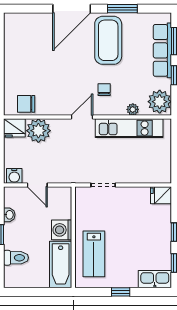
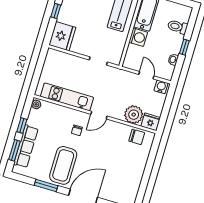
plant: (160, 102) -> (36, 104), width x0.53, depth x0.53
plant: (133, 109) -> (60, 110), removed
fridge: (161, 195) -> (62, 36), width x1.88, depth x1.34

